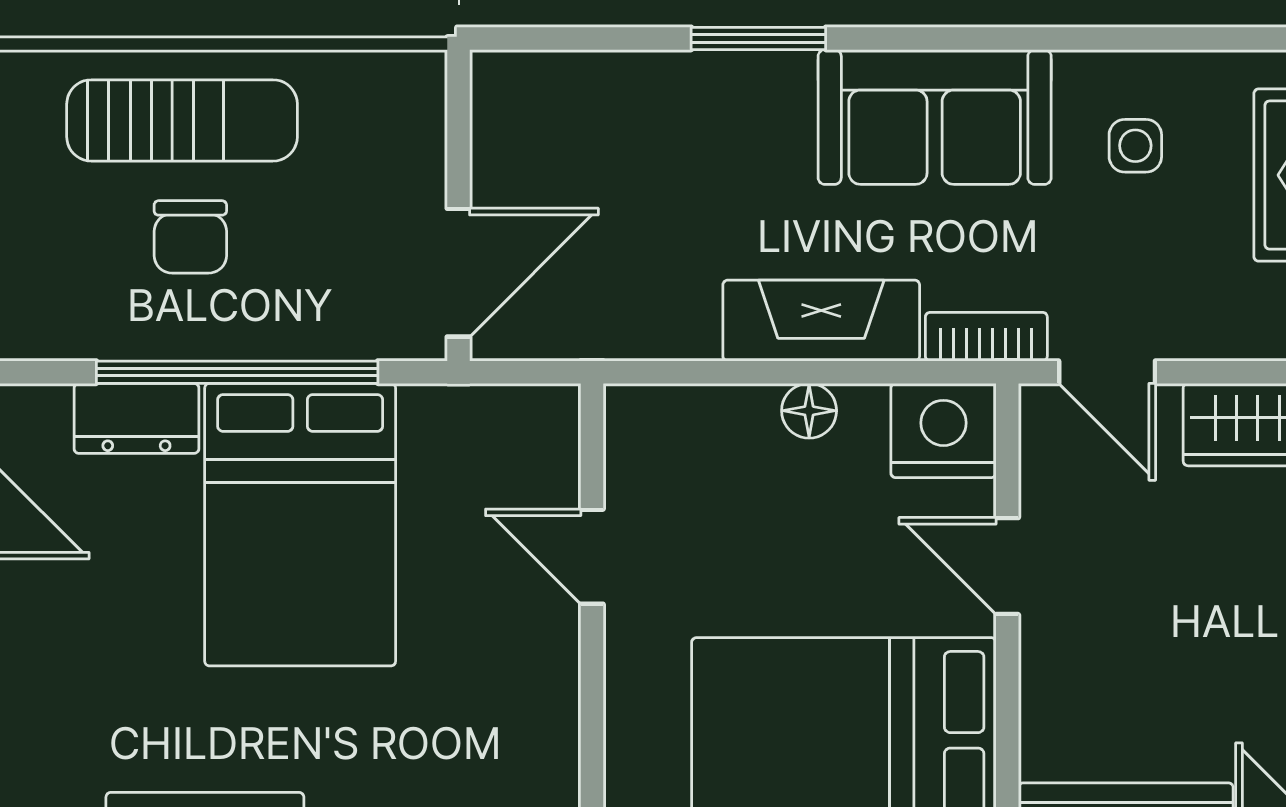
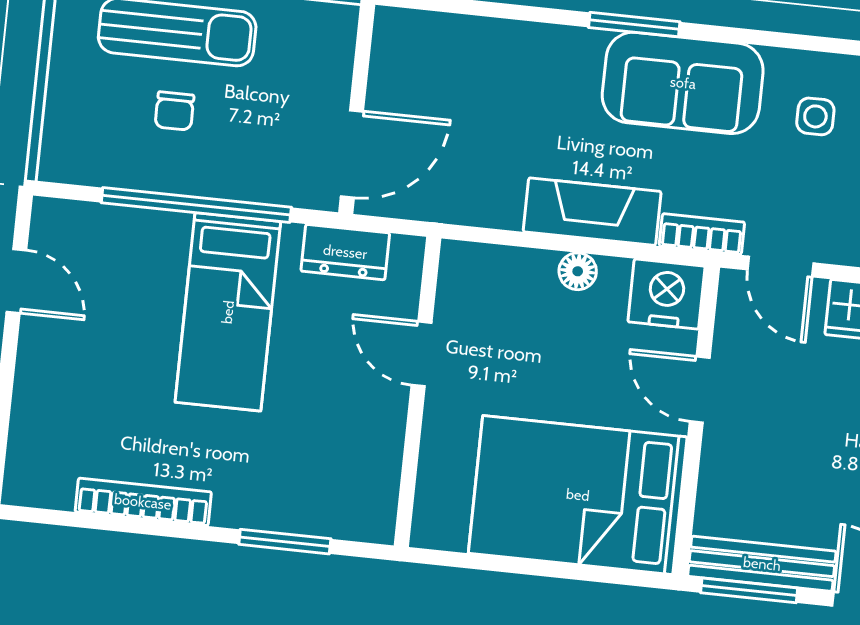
window: (758, 38) -> (634, 25), moved
chair: (190, 237) -> (174, 111), width x0.73, depth x0.73
dresser: (136, 418) -> (345, 252), moved
bed: (300, 525) -> (228, 312), width x0.67

